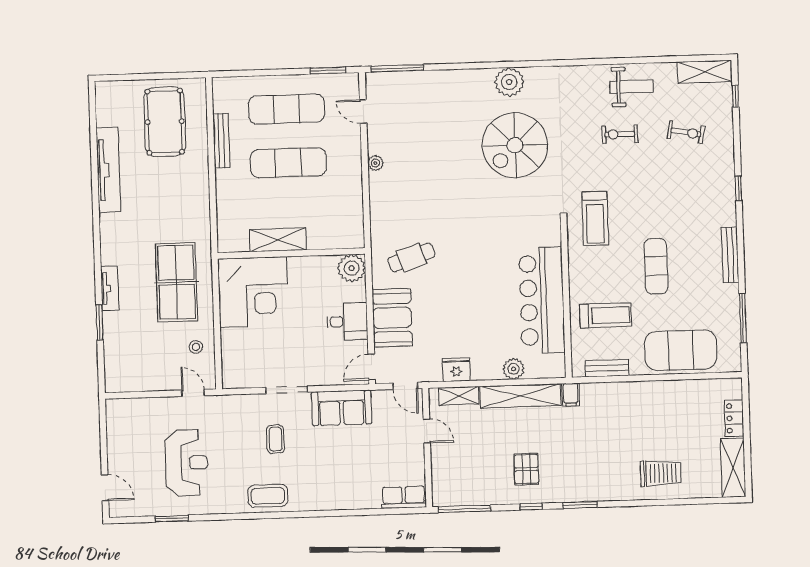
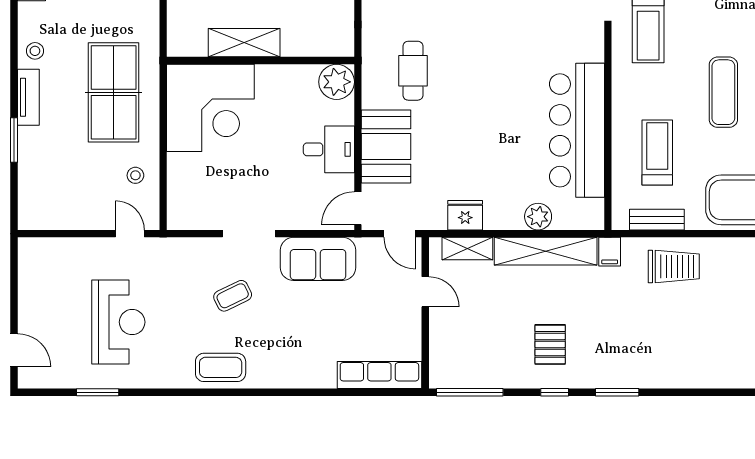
stool: (114, 252) -> (35, 51), added
cafe table: (411, 257) -> (413, 71), turned -71
treadmill: (606, 315) -> (657, 152), turned -90
coffee table: (275, 439) -> (233, 296), turned 64
trolley: (661, 473) -> (674, 266), moved
row of seats: (404, 497) -> (379, 375), width x1.48

